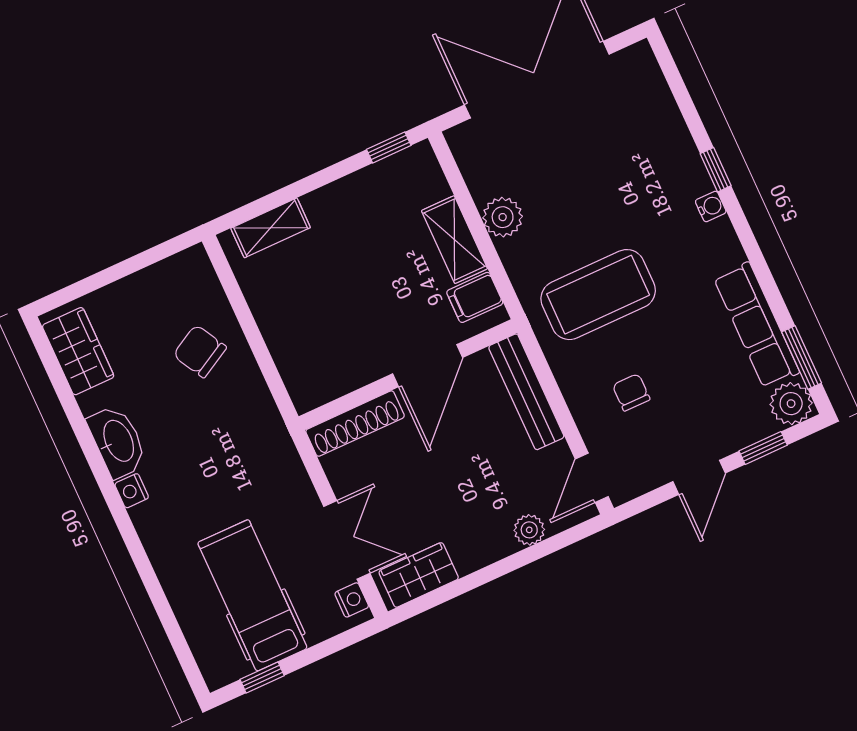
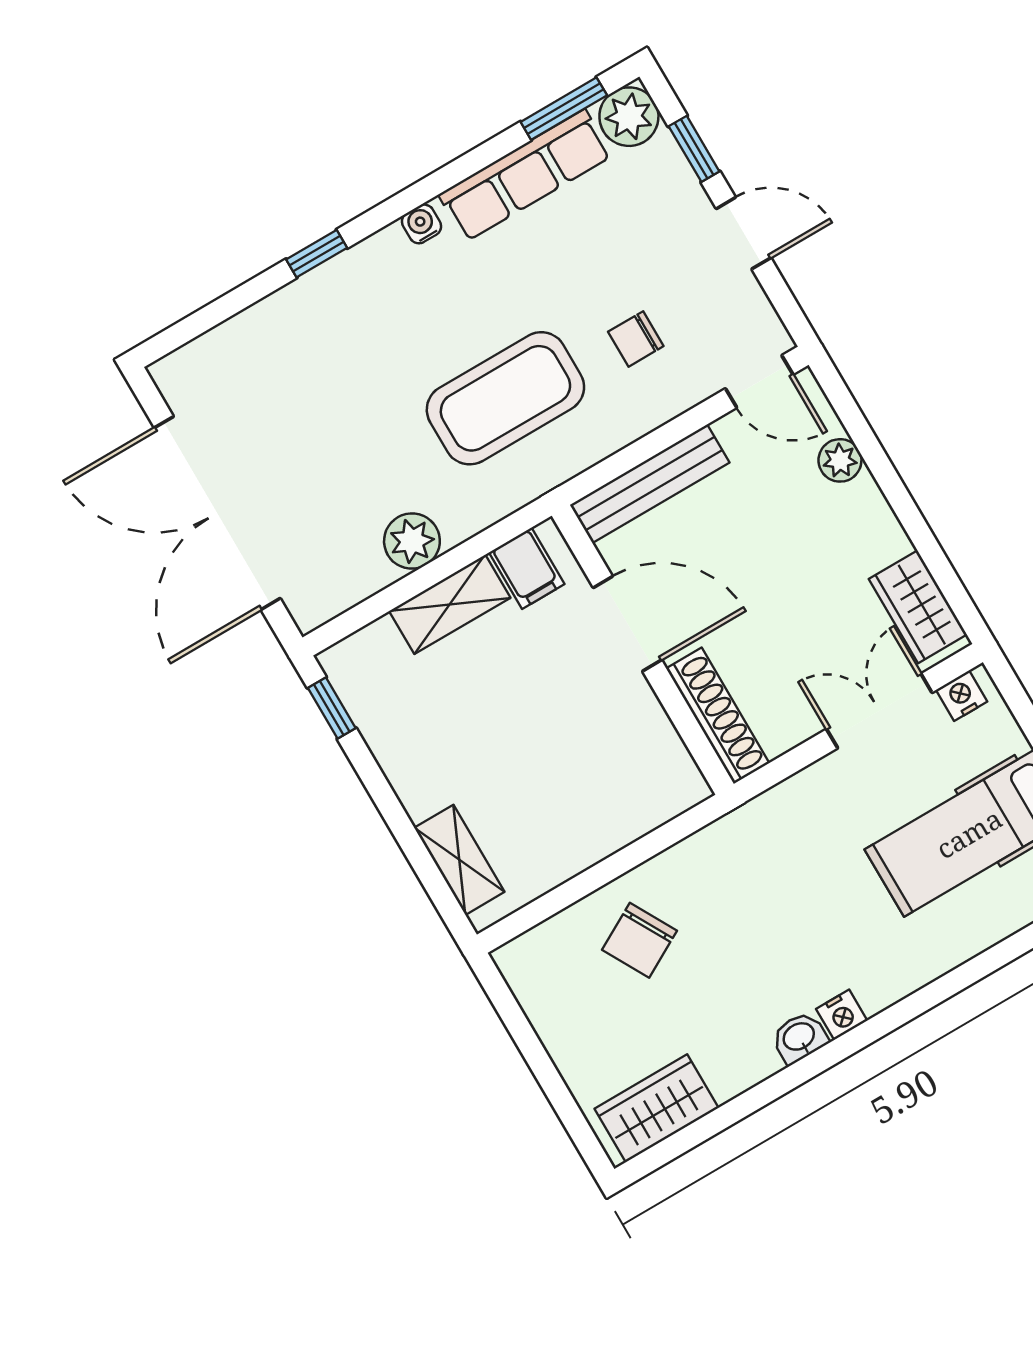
water cooler: (711, 206) -> (421, 224), moved
coffee table: (598, 295) -> (505, 398), turned 90
washbasin: (118, 441) -> (799, 1037), width x0.52, depth x0.69

